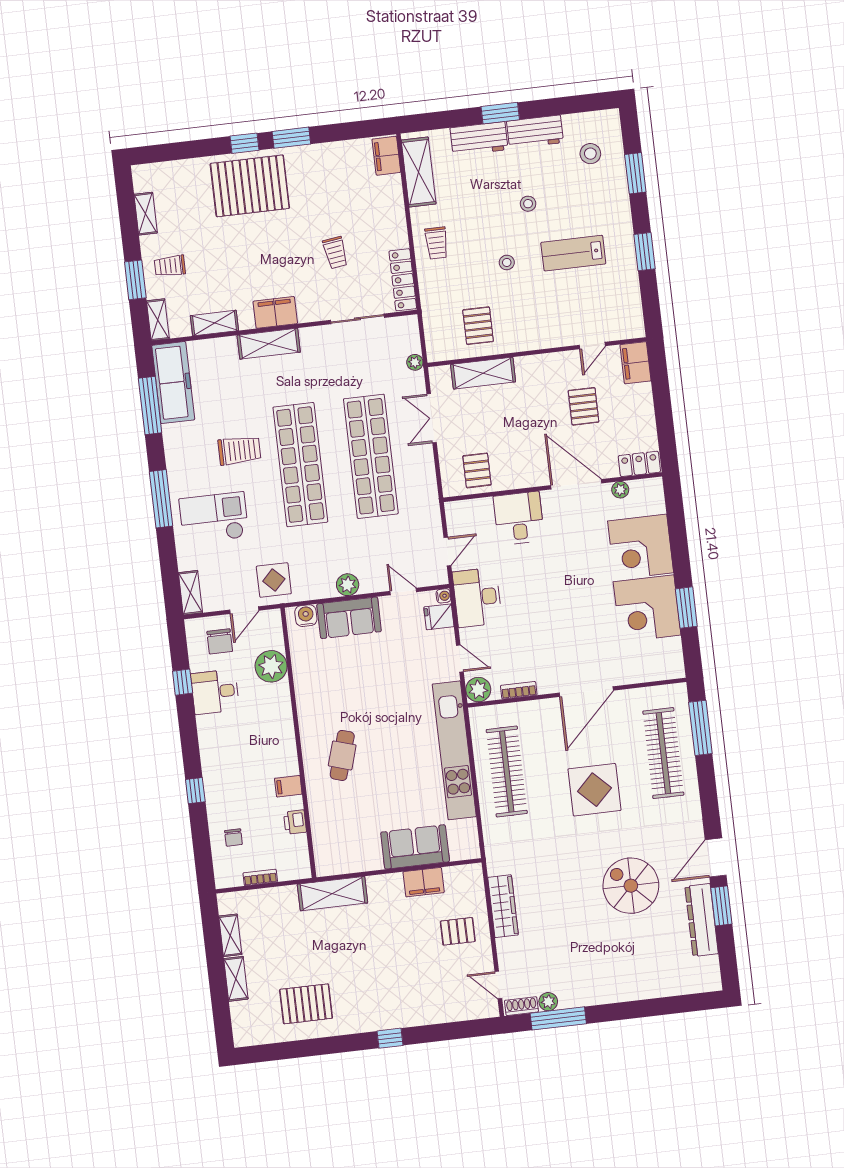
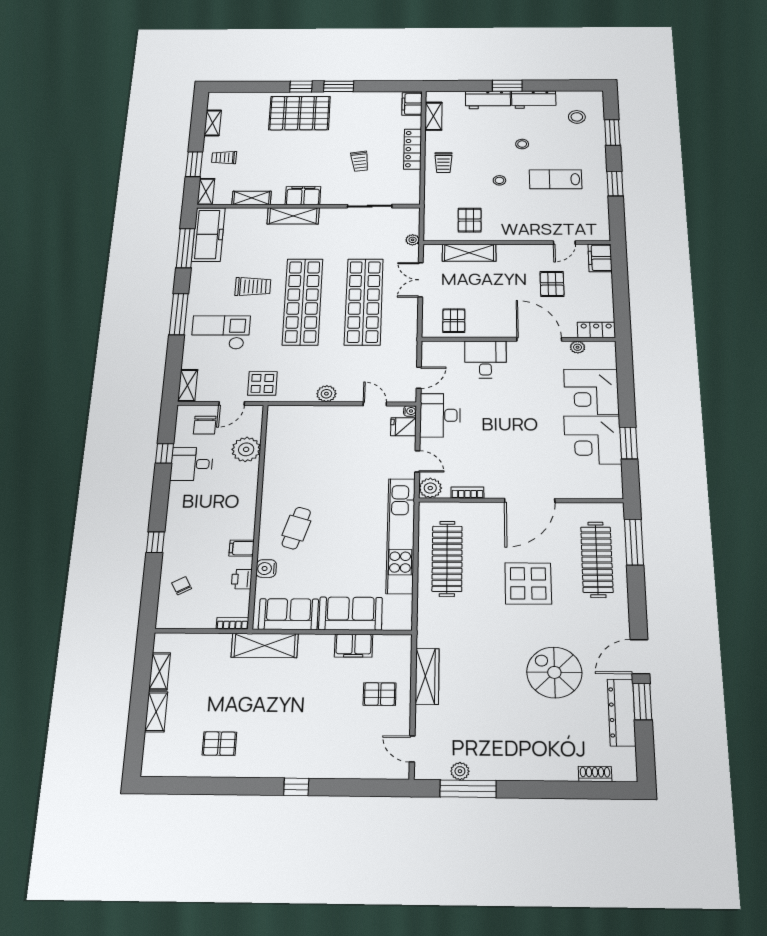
shelving: (419, 172) -> (433, 116), width x0.67, depth x0.75
locker: (403, 280) -> (413, 149), moved
water cooler: (306, 616) -> (266, 569), moved, turned -90
sofa: (349, 618) -> (288, 614), moved, turned 180
chair: (233, 838) -> (182, 586), turned 152
bookcase: (260, 877) -> (232, 623), moved
pallet: (306, 1004) -> (219, 744), width x0.67, depth x0.71
shoe rack: (521, 1006) -> (595, 774), moved

